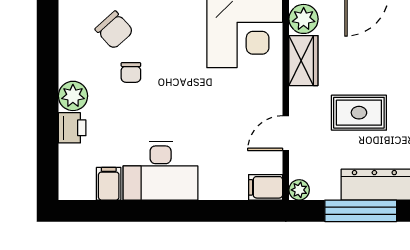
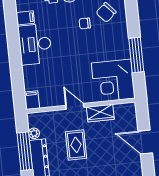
plant: (304, 19) -> (122, 111), removed
door: (286, 133) -> (75, 106), moved
plant: (299, 190) -> (34, 133), moved

